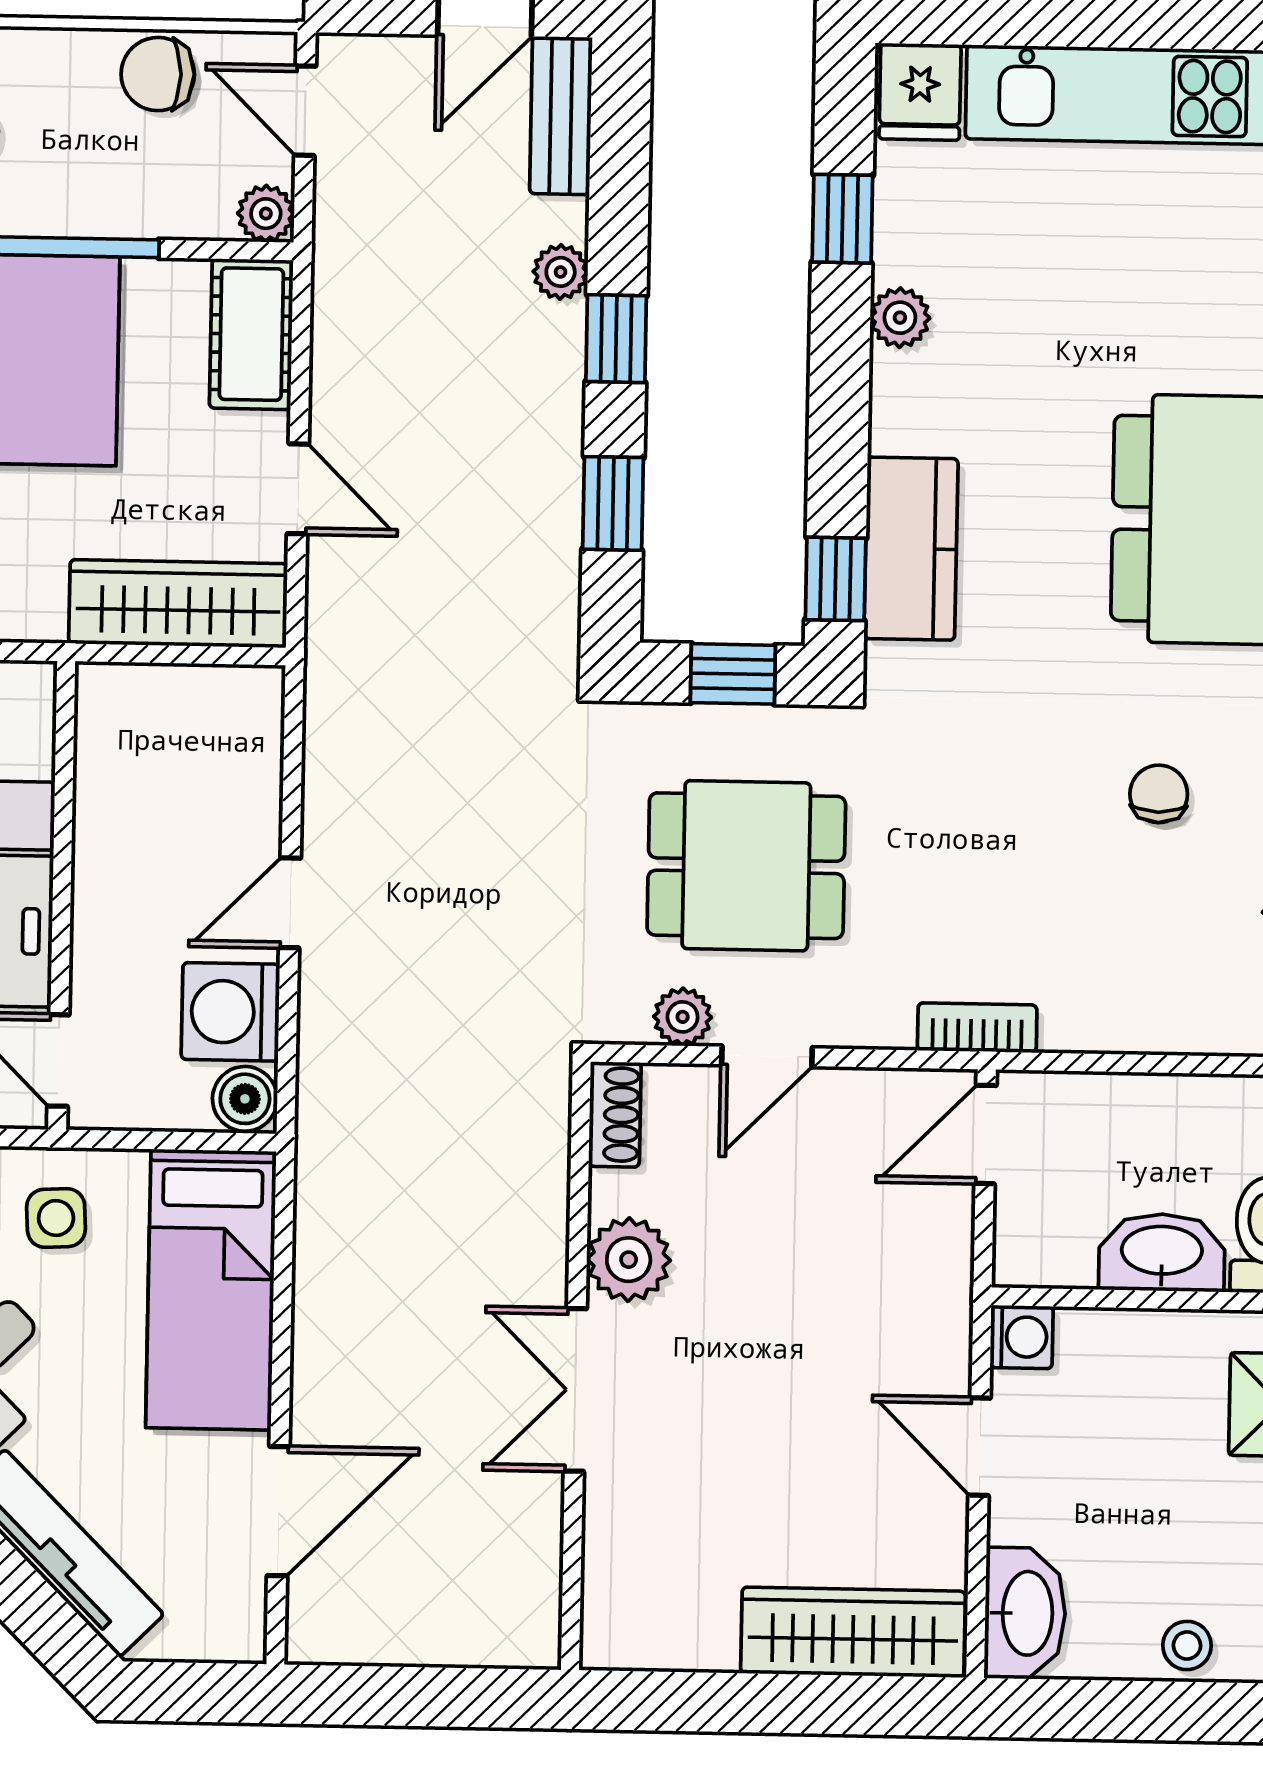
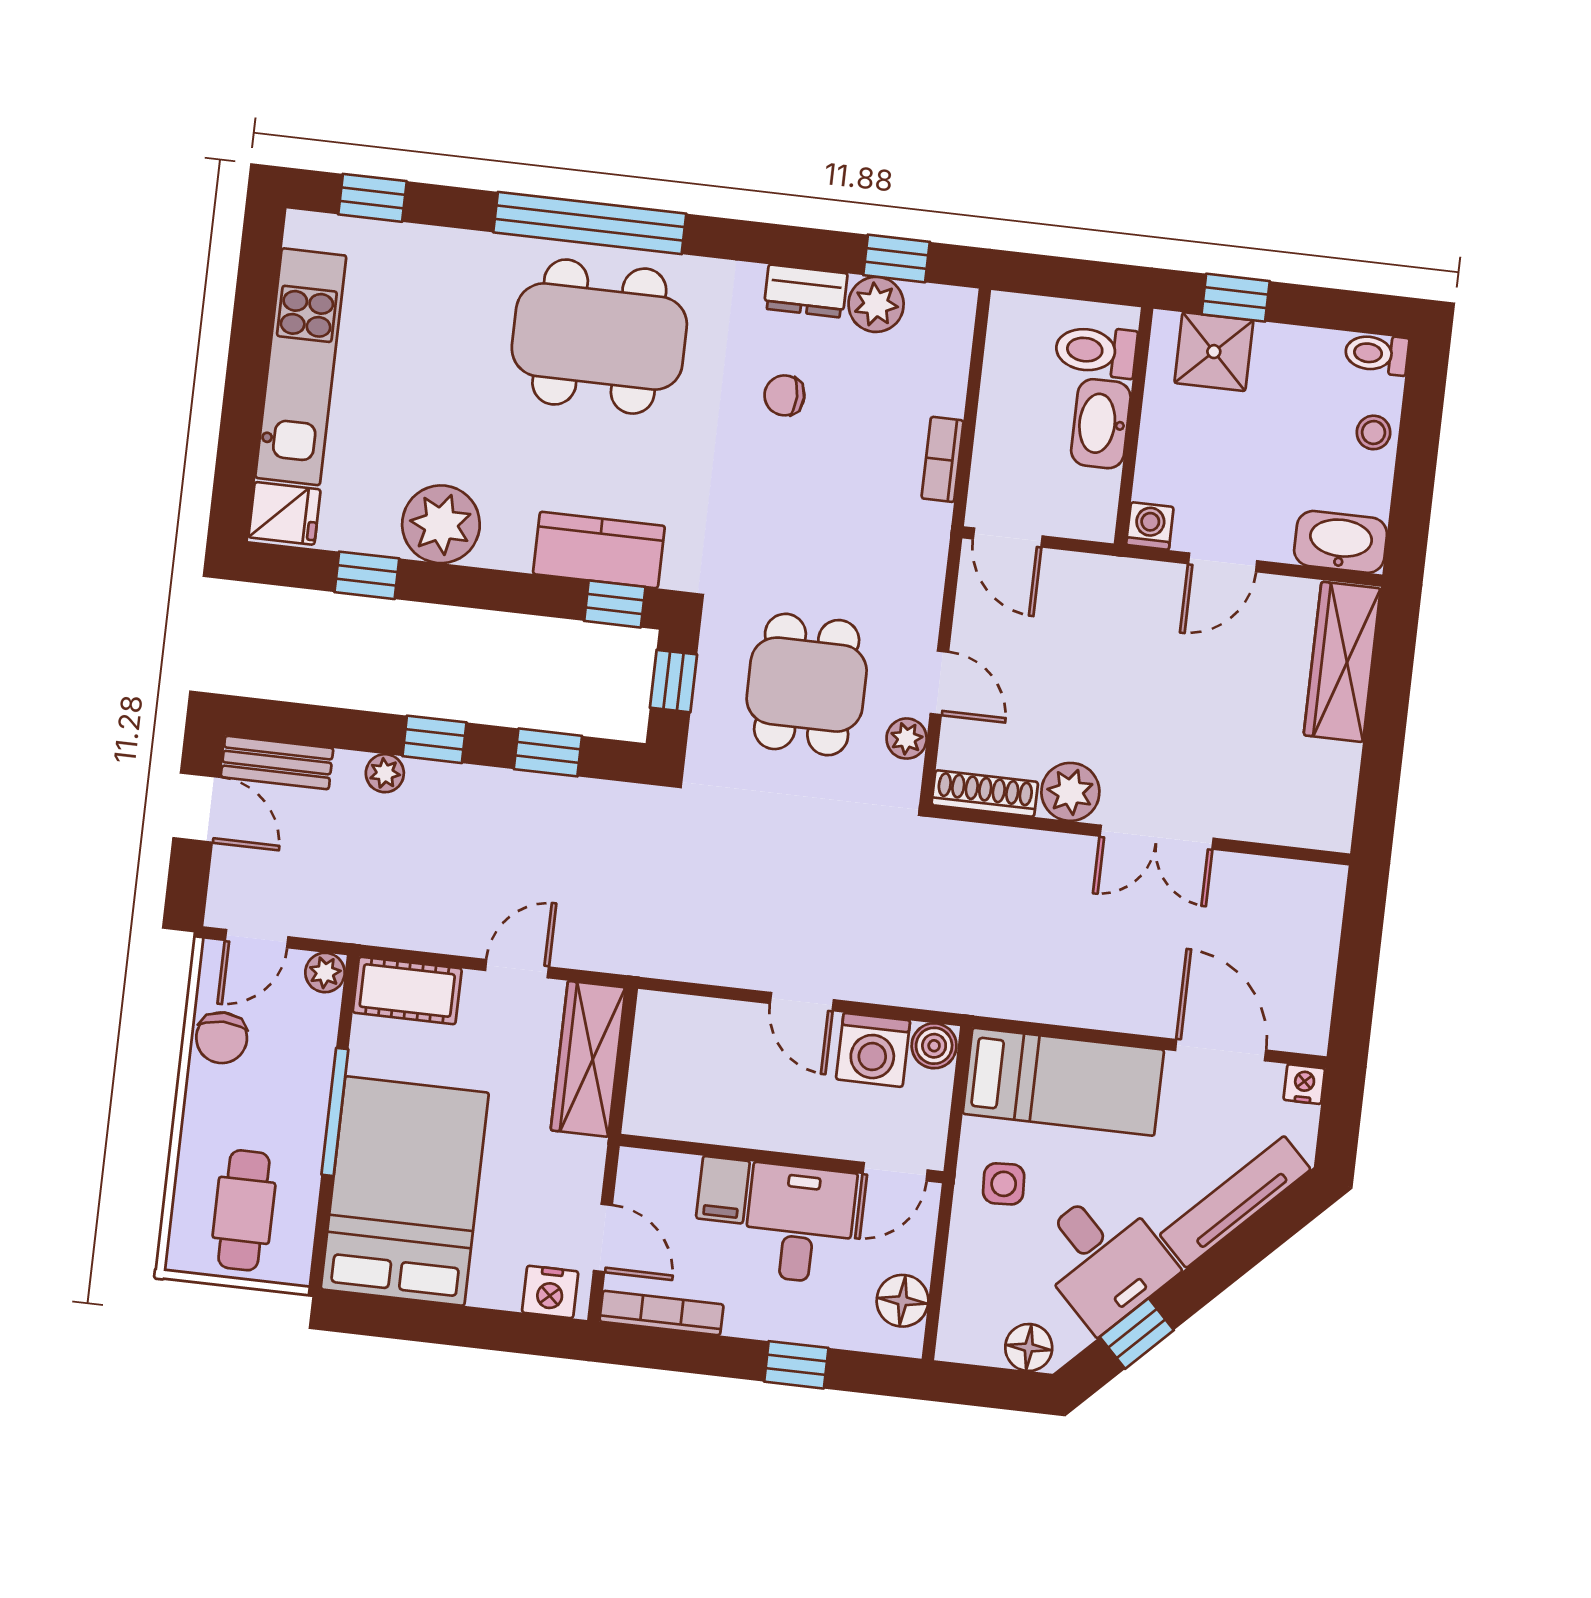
plant: (900, 318) -> (441, 524), width x1.88, depth x1.88
bookcase: (977, 1028) -> (942, 459), moved
shoe rack: (615, 1114) -> (985, 793), width x1.43
nightstand: (241, 1636) -> (1304, 1084), added

